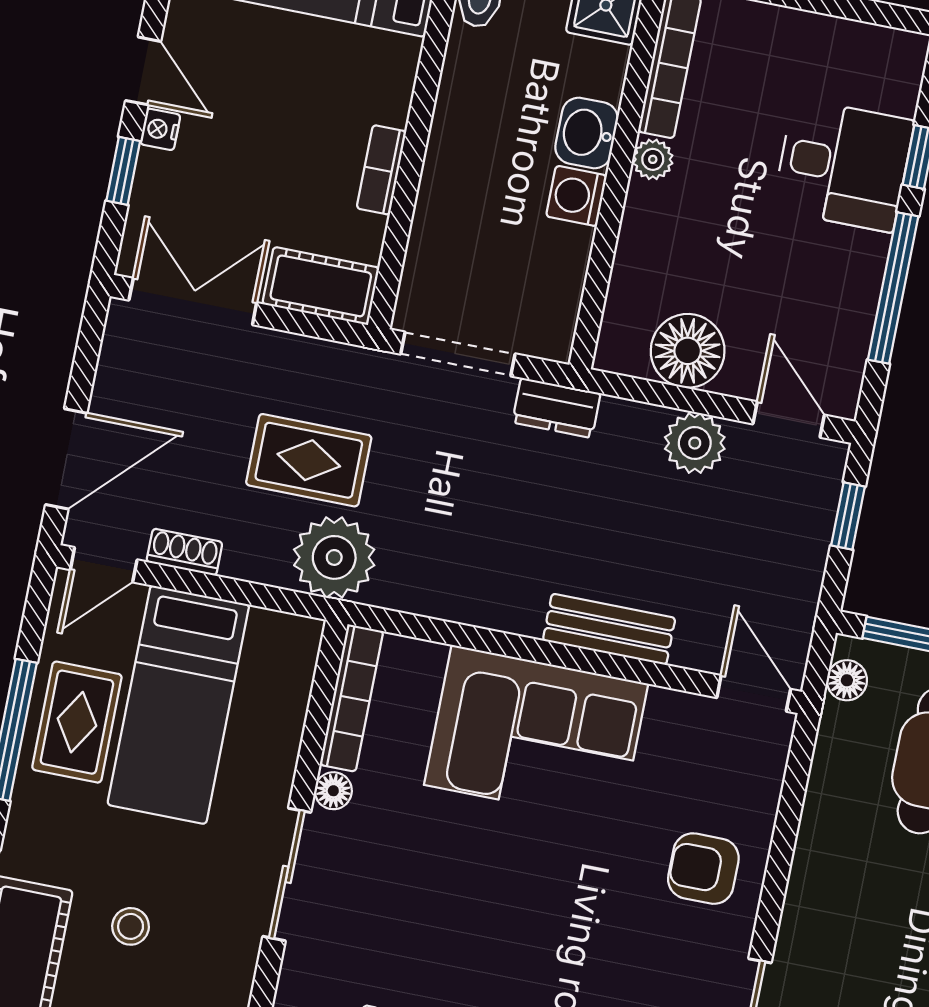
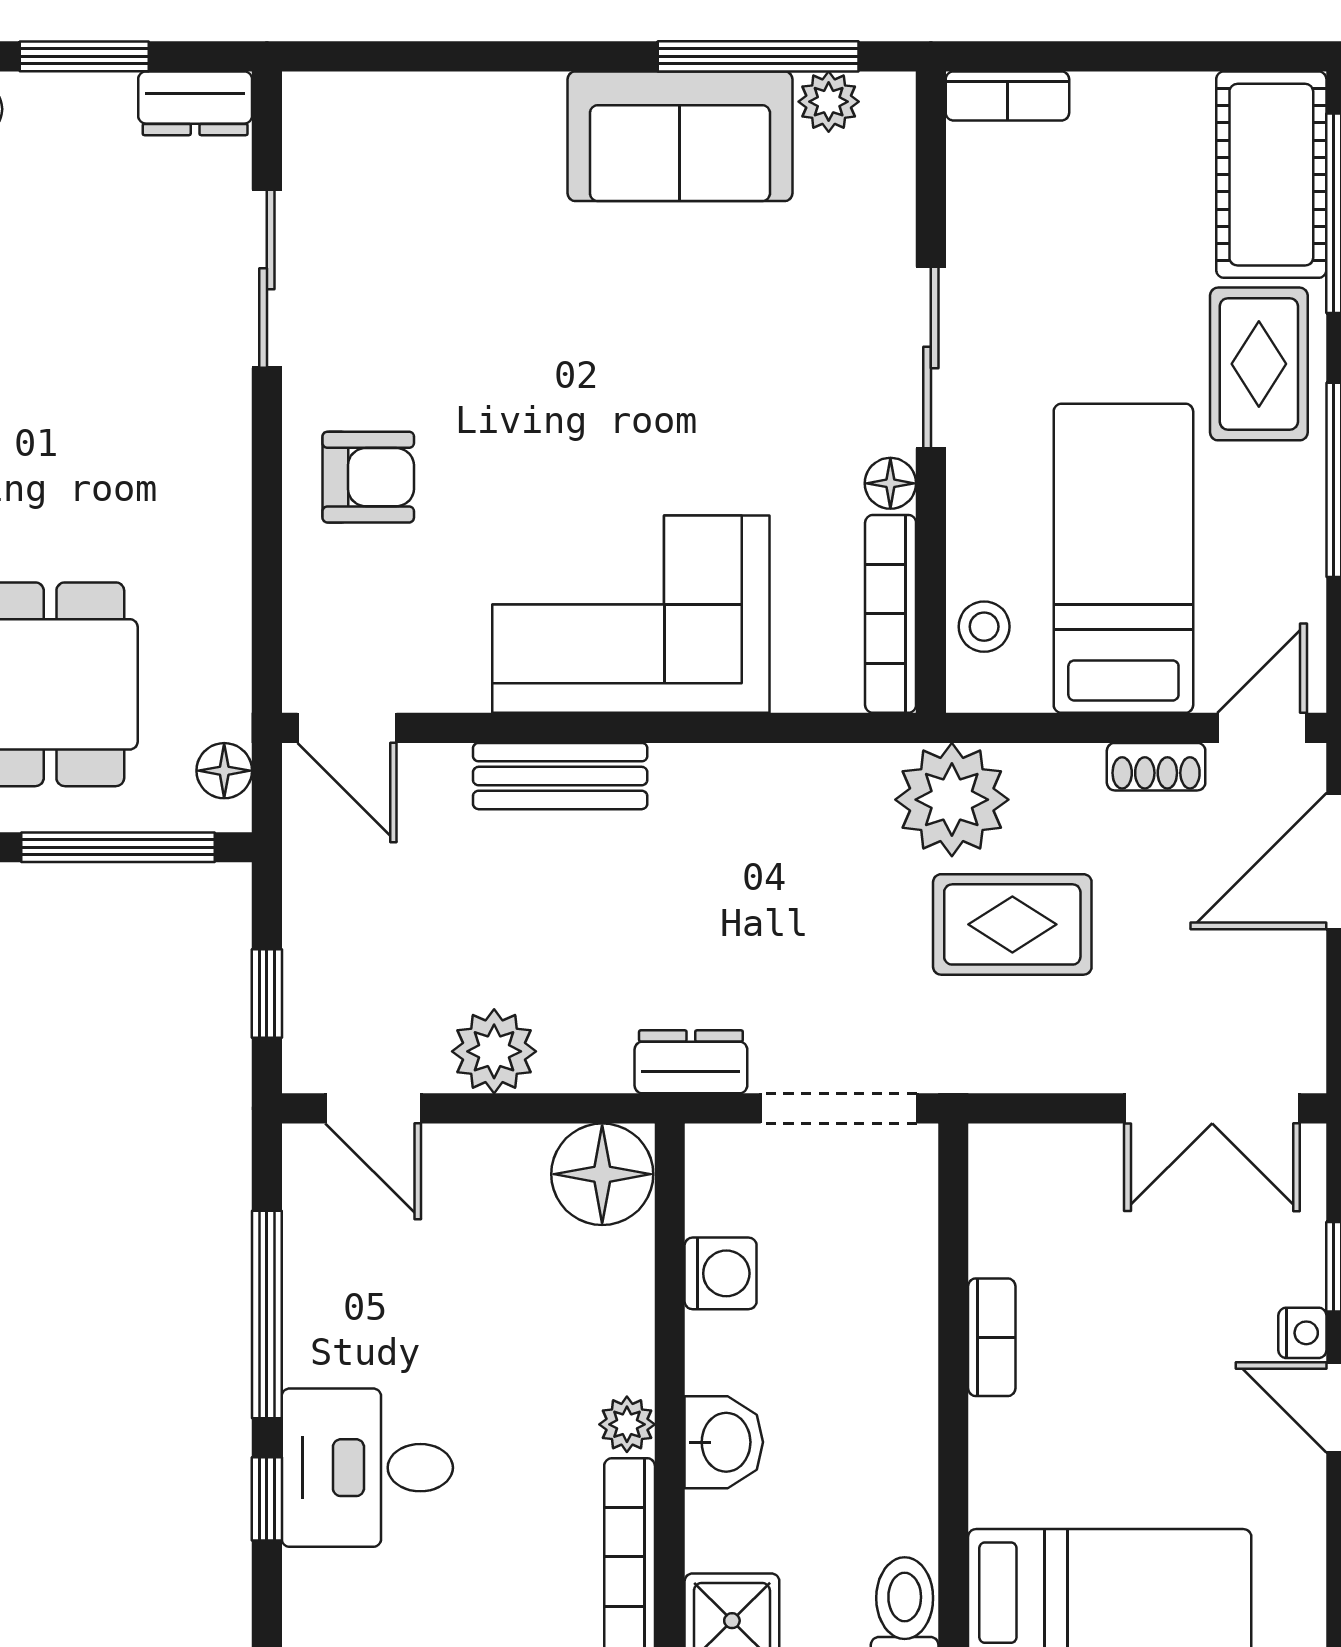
washing machine: (576, 196) -> (721, 1273), moved
cot: (321, 286) -> (1043, 1164), removed
floor lamp: (688, 351) -> (602, 1174), moved
rug: (77, 722) -> (1259, 364), moved
stool: (131, 926) -> (984, 627), moved

